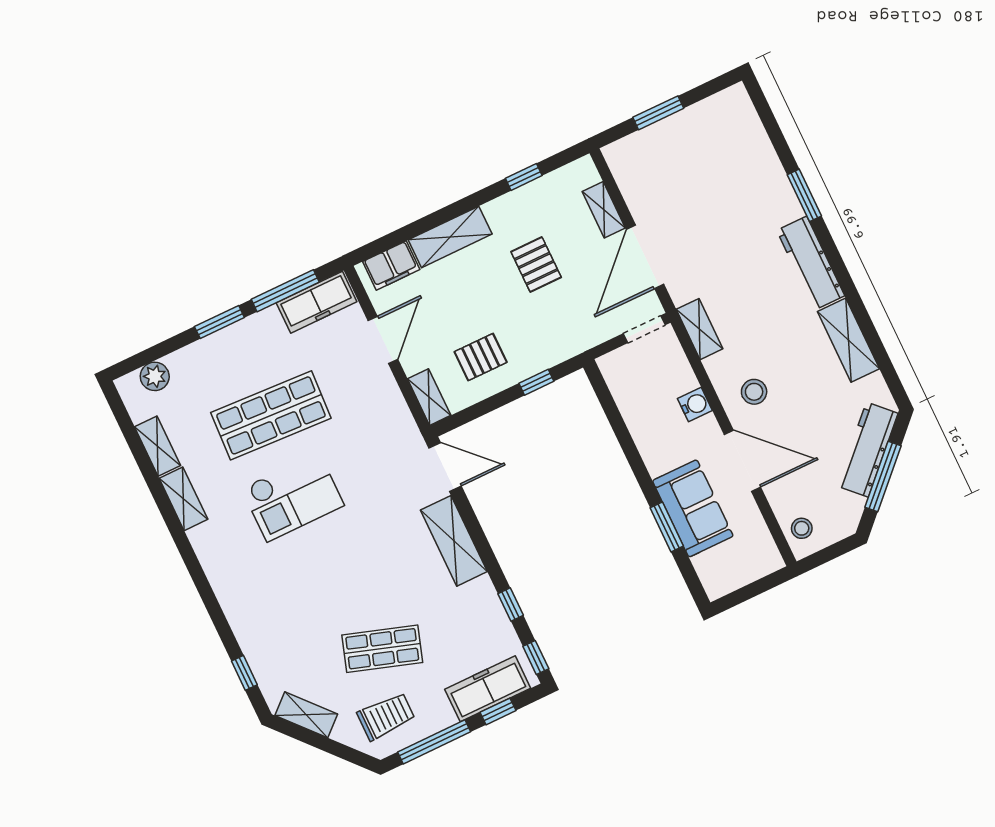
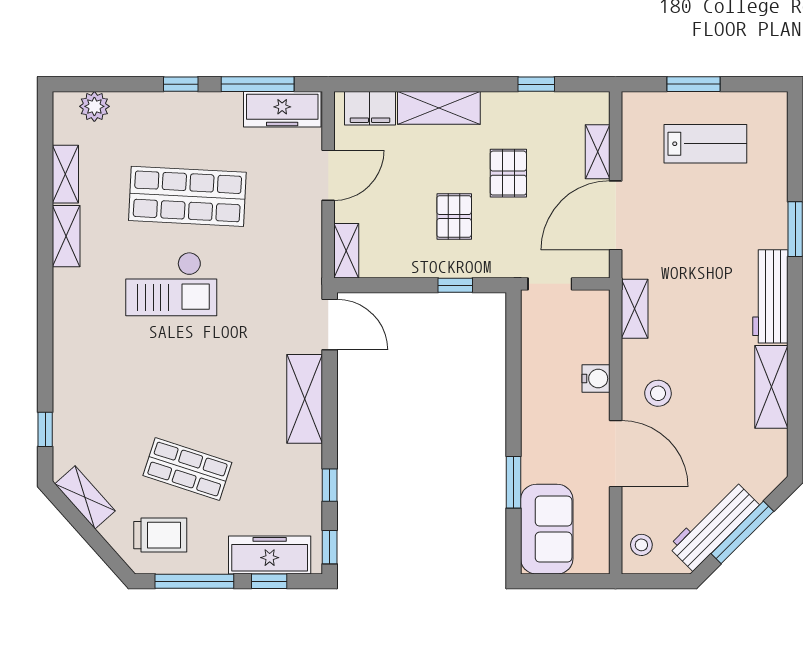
lab bench: (693, 159) -> (705, 144), added
window: (219, 322) -> (181, 84), width x0.67
doorway: (644, 329) -> (550, 284), moved
pallet: (481, 357) -> (454, 216), moved, turned 90
workbench: (867, 450) -> (714, 526), moved
sofa: (693, 508) -> (547, 529), moved

